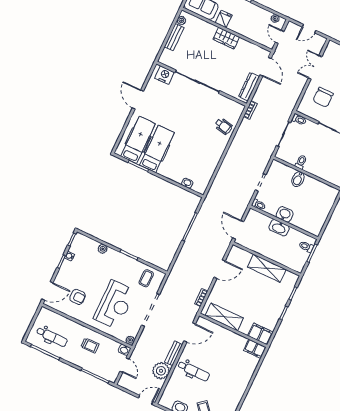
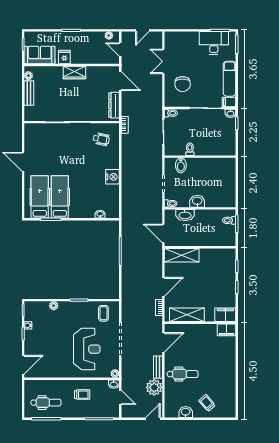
nightstand: (165, 75) -> (113, 177), moved, turned 90
wheelchair: (223, 126) -> (101, 139), moved
bidet: (298, 179) -> (181, 165), moved
washbasin: (279, 228) -> (185, 215), moved
shelving: (267, 268) -> (182, 255), moved
door: (220, 269) -> (163, 287), moved
armchair: (78, 297) -> (52, 358), removed

